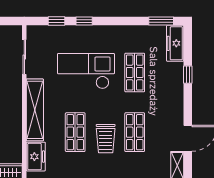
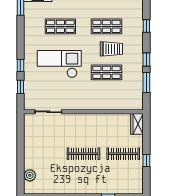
checkout: (86, 71) -> (59, 64), turned 90
shelving: (35, 110) -> (89, 104), removed
freezer: (36, 157) -> (125, 103), removed

